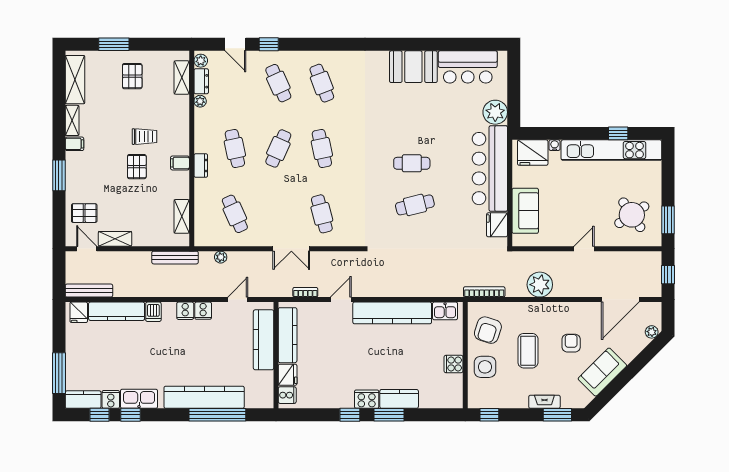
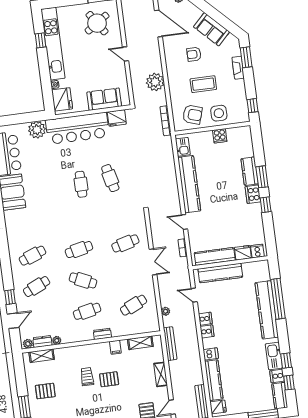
filing cabinet: (180, 163) -> (115, 347), moved
shelving: (115, 239) -> (161, 374), moved

